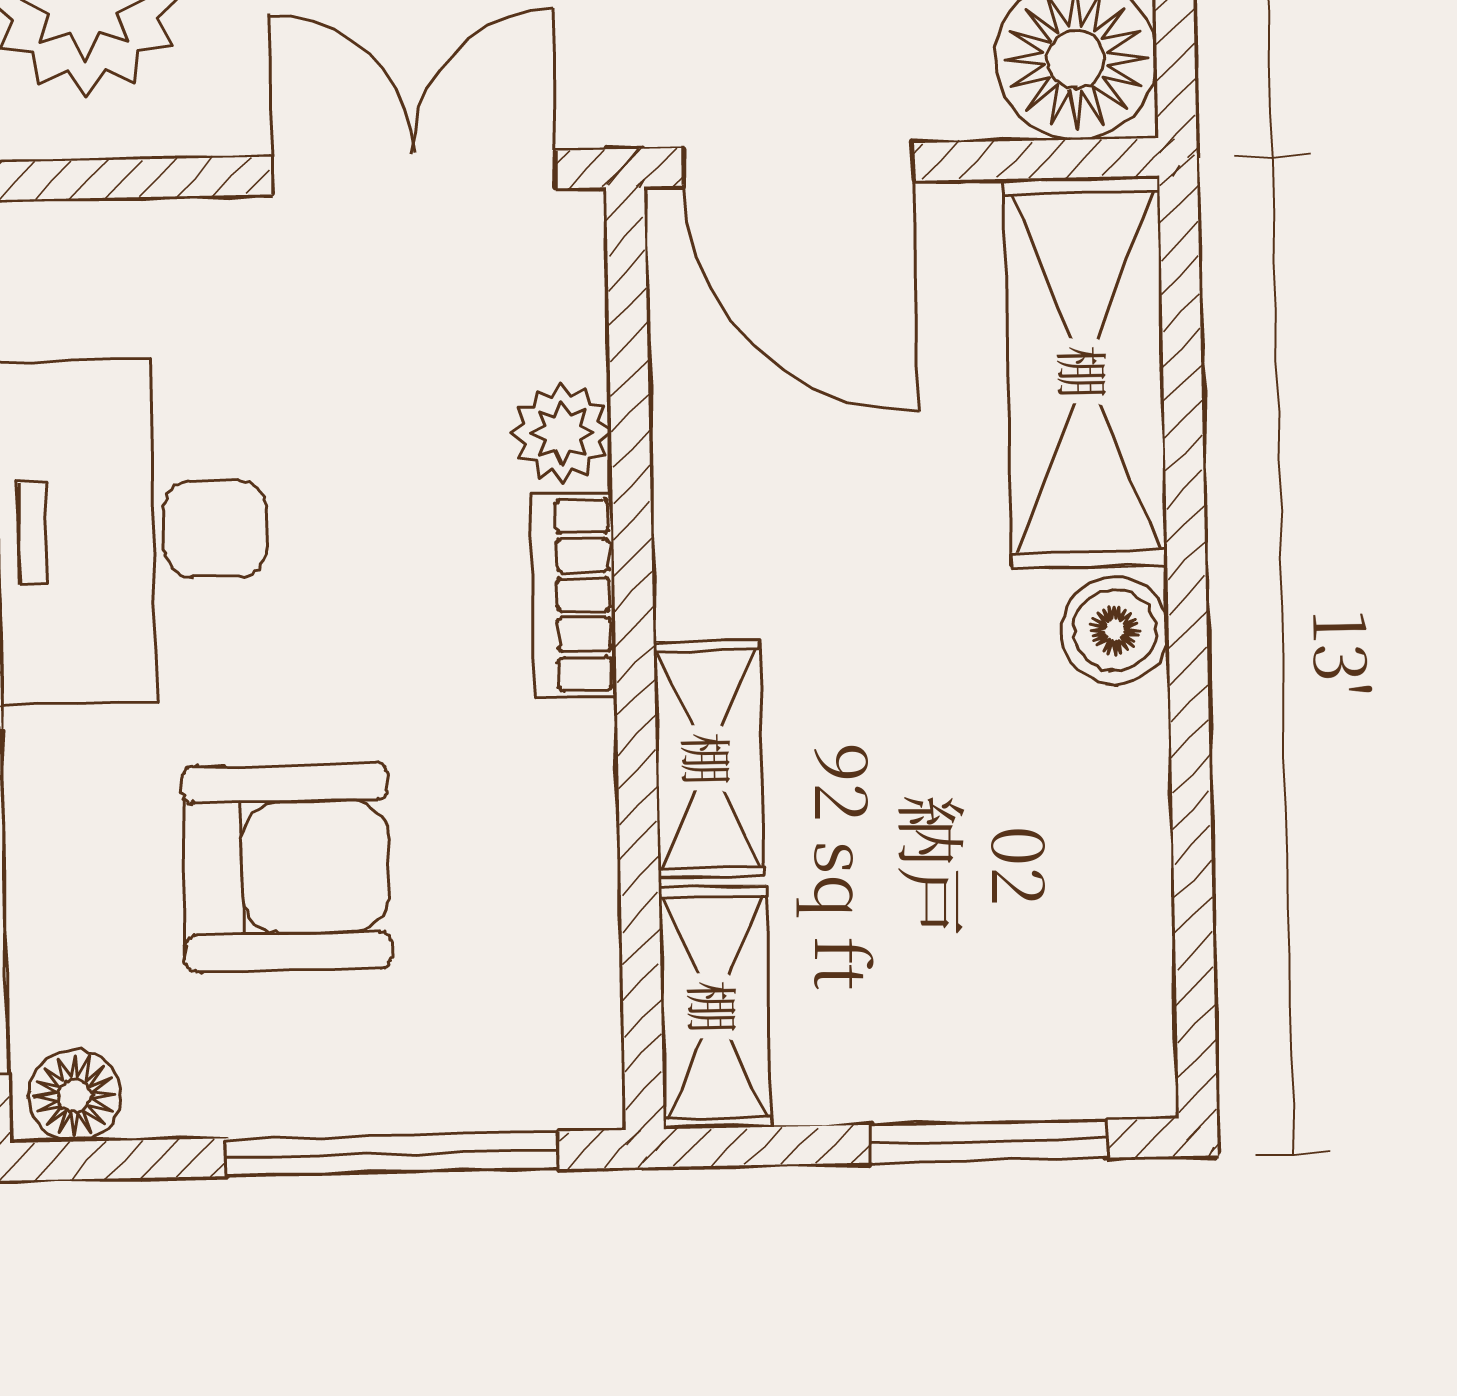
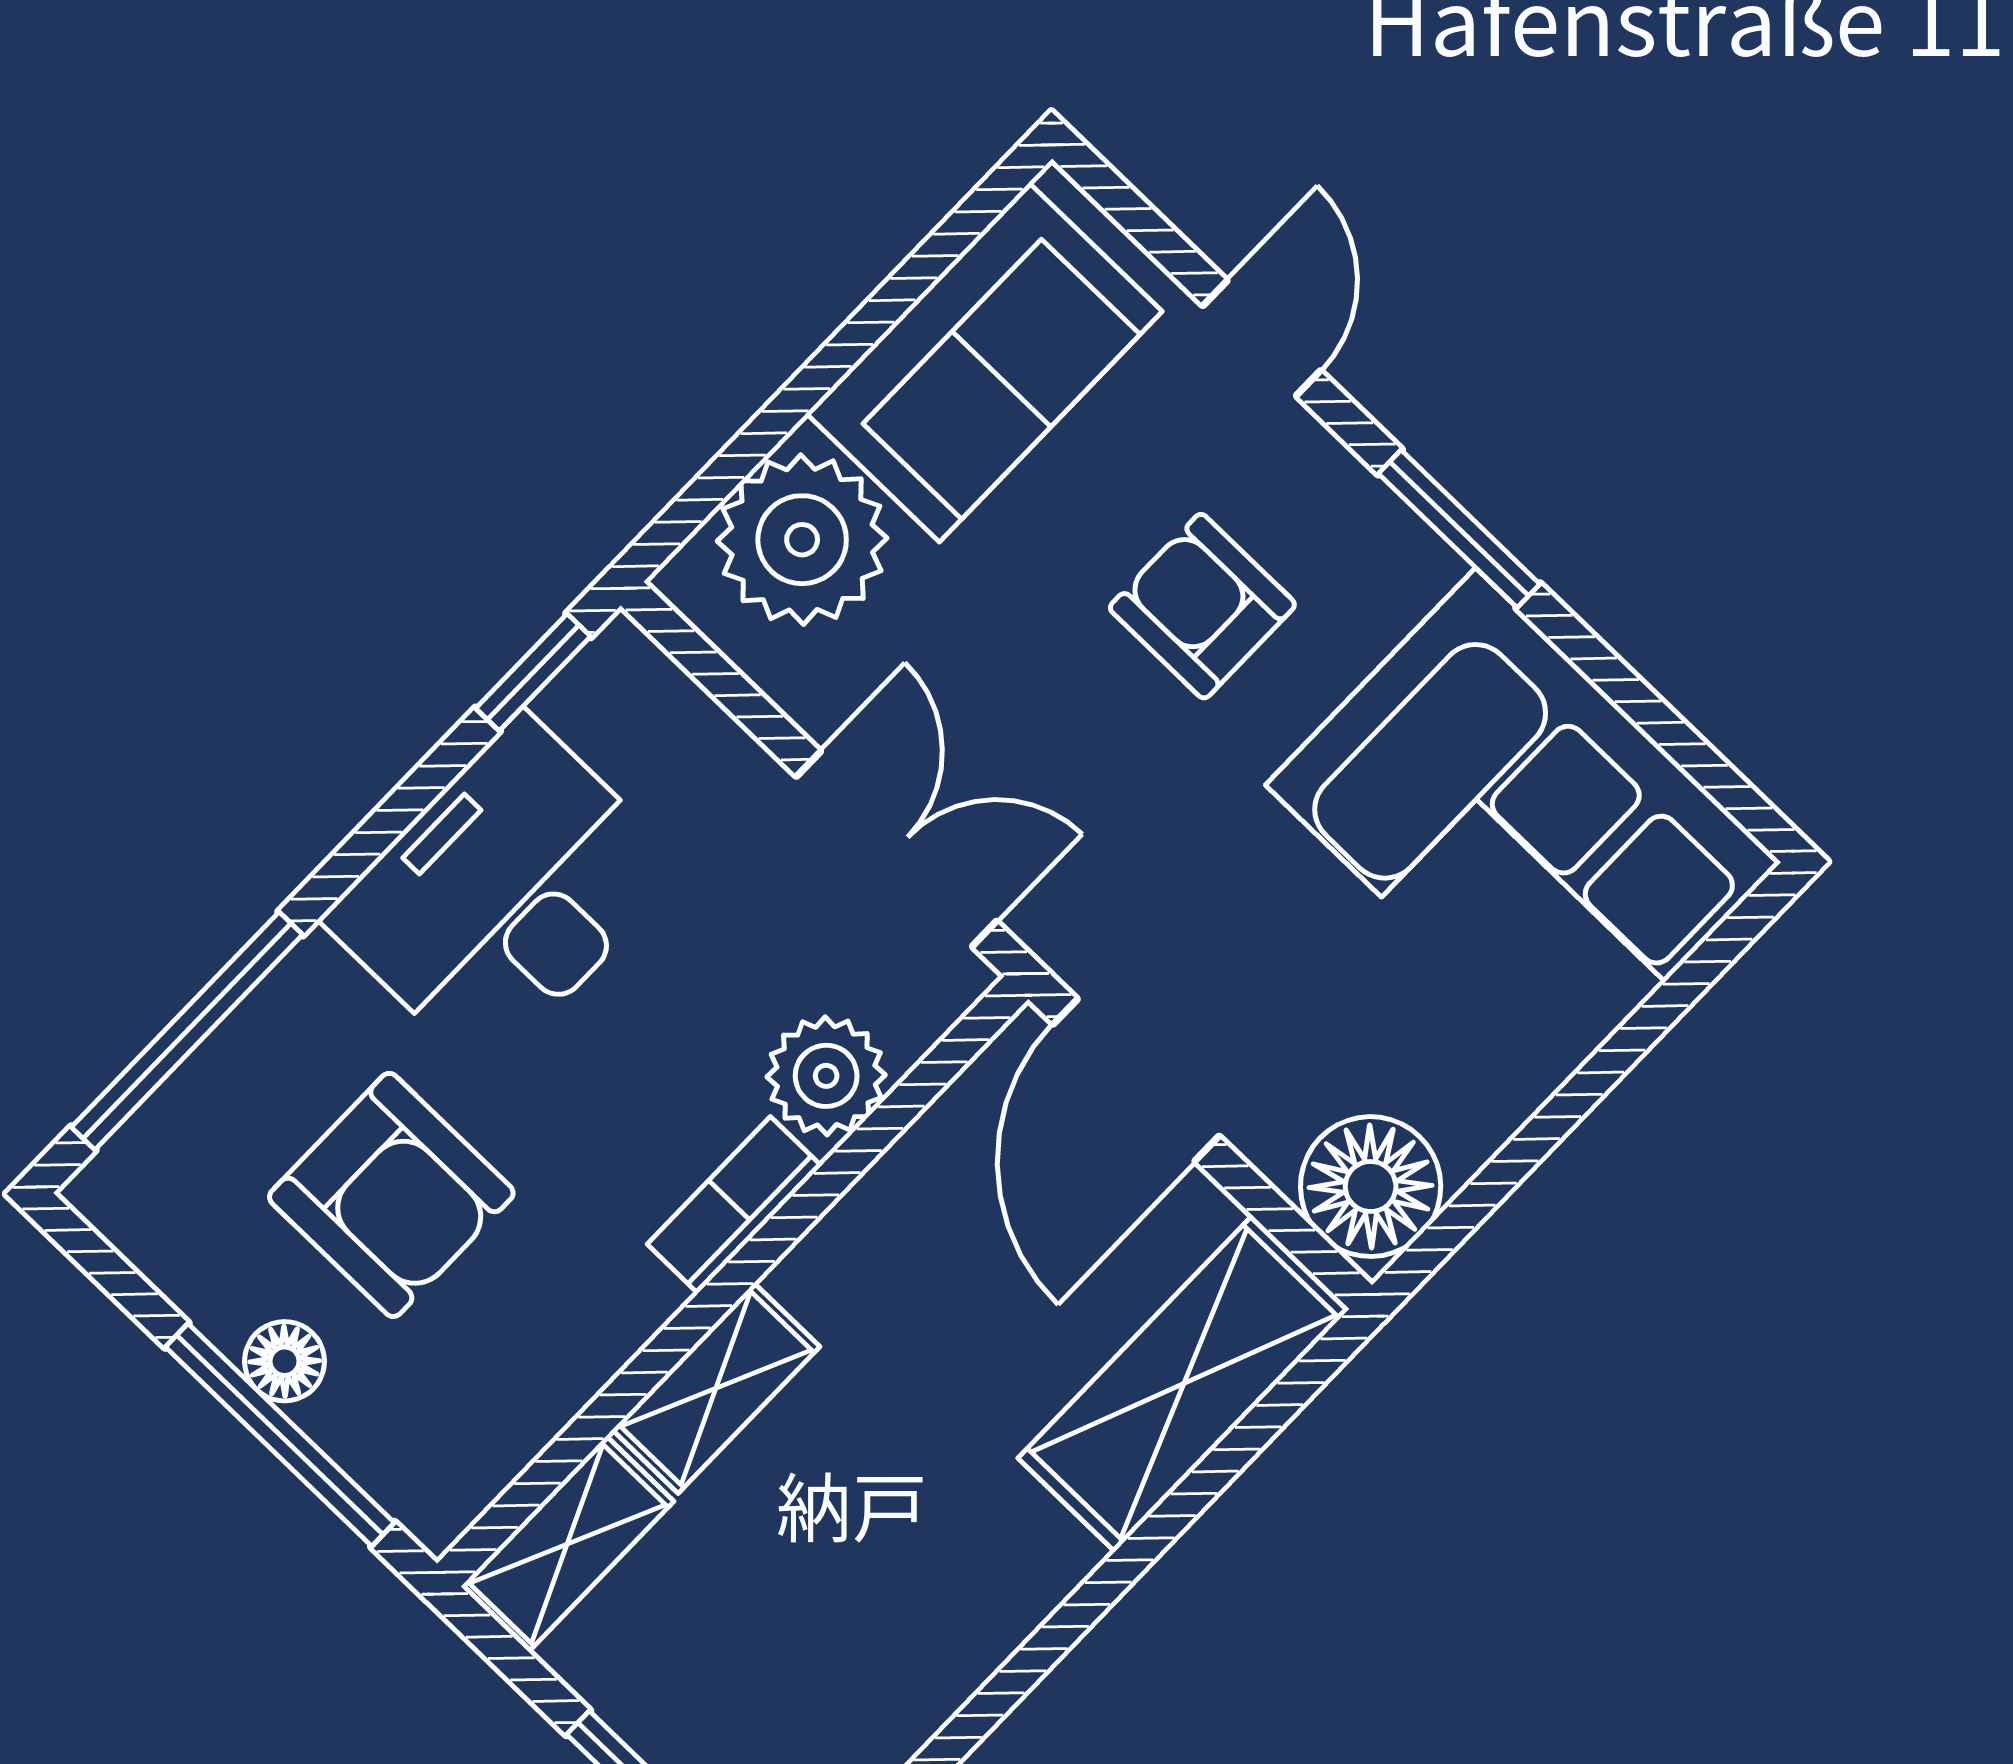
plant: (562, 433) -> (826, 1076), width x1.38, depth x1.38
boiler: (1115, 630) -> (1043, 1559), removed
floor lamp: (75, 1096) -> (285, 1361), moved

